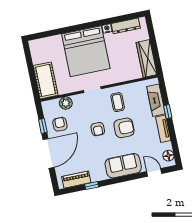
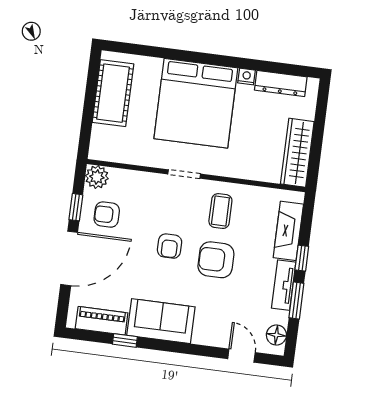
cot: (46, 80) -> (113, 93), moved
plant: (66, 103) -> (97, 177), moved
armchair: (60, 124) -> (107, 215), turned -90
armchair: (124, 128) -> (216, 260), turned 180
window: (172, 134) -> (296, 300), added
sofa: (123, 166) -> (161, 321), moved

